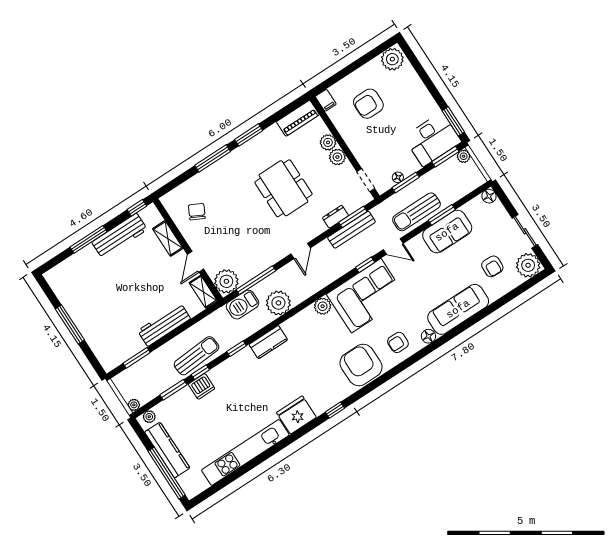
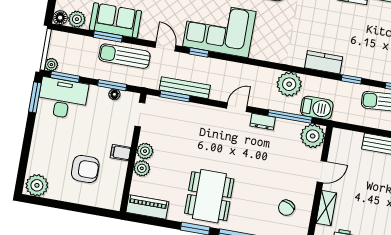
filing cabinet: (326, 100) -> (121, 153), moved, turned -90
dining table: (283, 188) -> (209, 196), moved
sun lounger: (416, 212) -> (124, 56), turned 180
dresser: (336, 217) -> (263, 122), moved
shelving: (203, 292) -> (337, 144), removed
plant: (323, 306) -> (77, 19), moved

